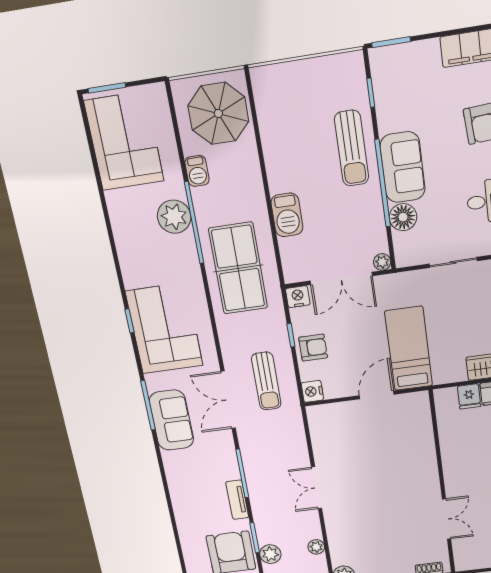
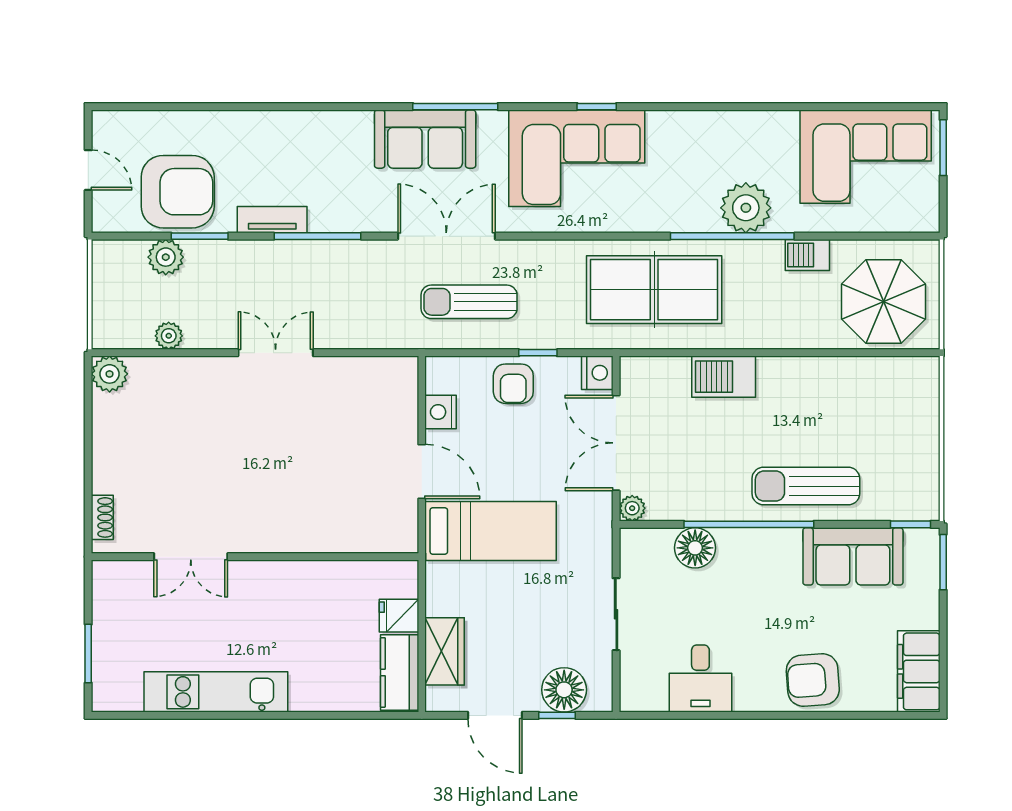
window: (371, 93) -> (910, 524), moved
sofa: (403, 167) -> (853, 556), moved
nightstand: (312, 391) -> (441, 412), moved, turned -90

